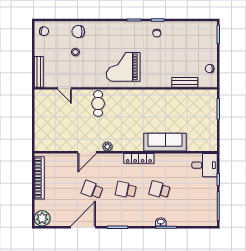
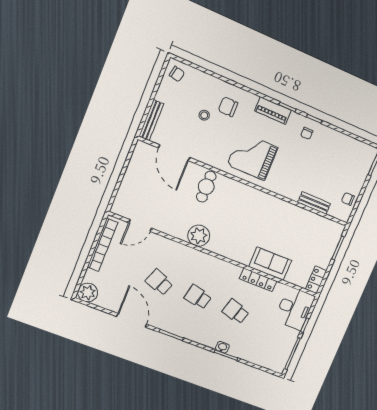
piano: (124, 27) -> (273, 110), added
chair: (78, 32) -> (228, 107), moved
door: (65, 88) -> (174, 153), width x1.87
locker: (212, 141) -> (316, 280), added
sofa: (165, 142) -> (270, 264), width x0.73
plant: (107, 147) -> (199, 236), width x1.88, depth x1.88
door: (87, 152) -> (140, 225), moved
locker: (139, 158) -> (258, 280), moved
desk: (205, 165) -> (295, 308), width x1.37
door: (83, 227) -> (132, 320), hinge flipped

